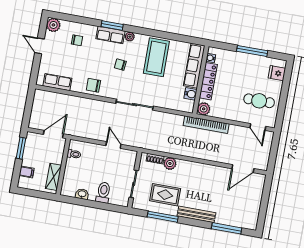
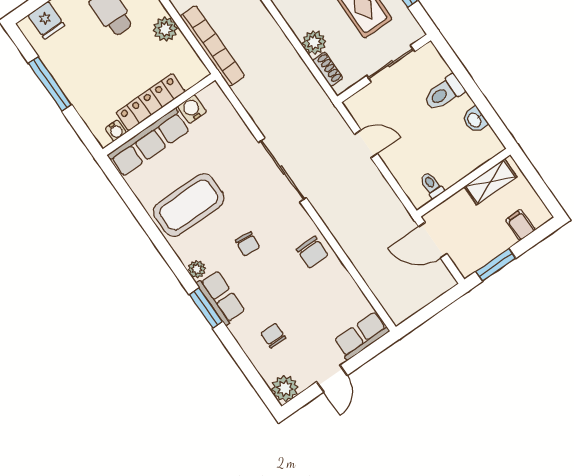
row of seats: (57, 82) -> (362, 336), moved, turned 90
plant: (204, 109) -> (165, 29), moved
door: (113, 145) -> (366, 144), swing flipped

